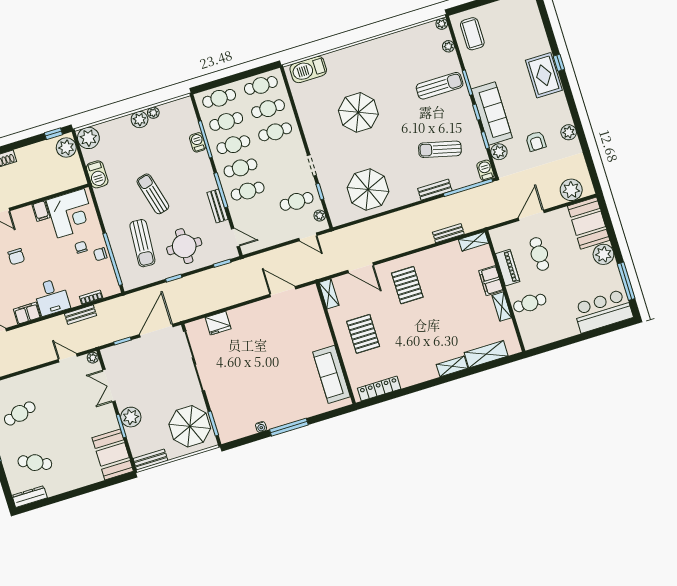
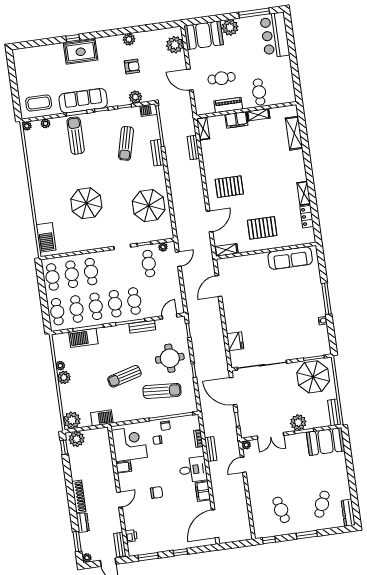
sofa: (492, 113) -> (83, 101), moved
barbecue: (198, 142) -> (83, 338), width x1.88, depth x1.53
shelving: (452, 366) -> (304, 193), moved
locker: (379, 389) -> (307, 217), width x0.66

